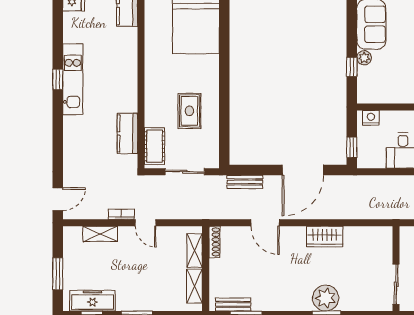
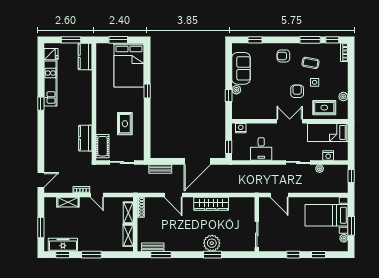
window: (224, 60) -> (147, 91), added
kitchen unit: (73, 79) -> (50, 83), moved
wardrobe: (325, 237) -> (211, 204), width x1.50

